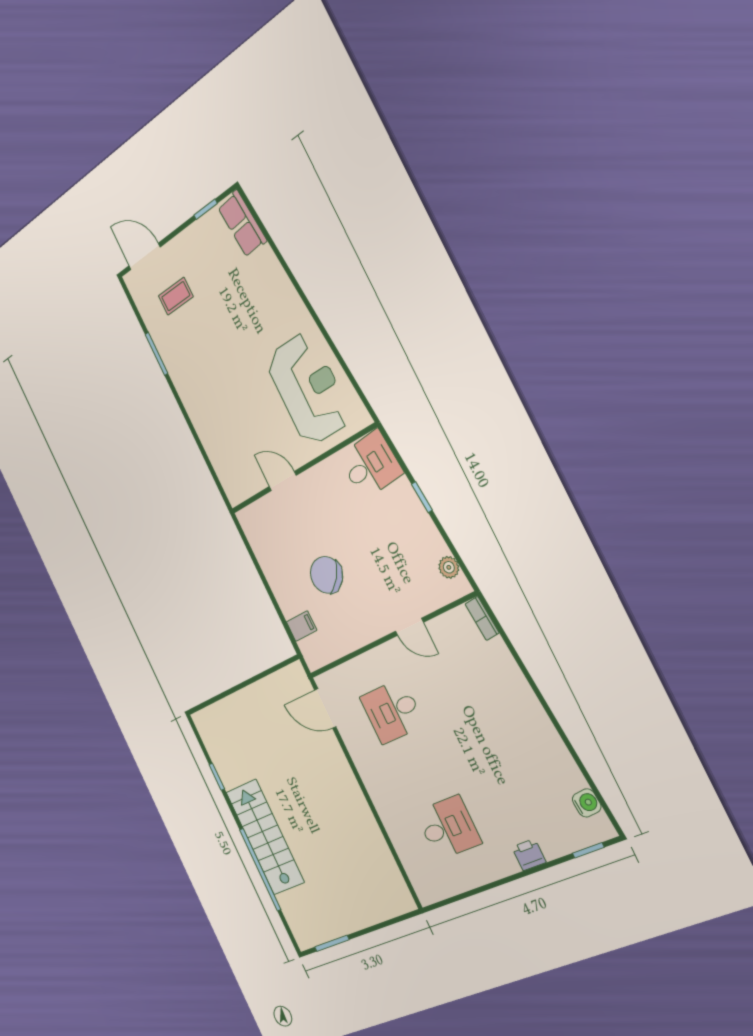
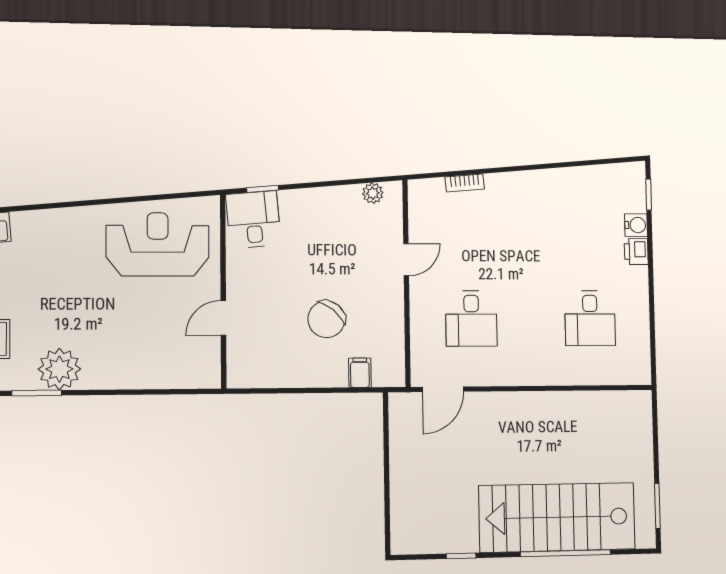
plant: (181, 362) -> (59, 369), added
window: (422, 497) -> (263, 189), moved
bookcase: (482, 618) -> (465, 183), moved
water cooler: (587, 803) -> (636, 225), moved, turned 95
desk: (448, 828) -> (590, 318), turned 180
stairs: (265, 837) -> (557, 517), width x1.36, depth x1.51

